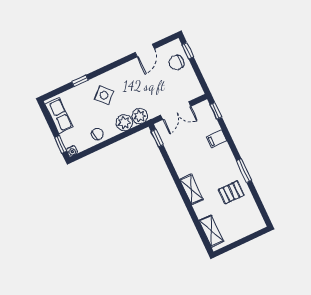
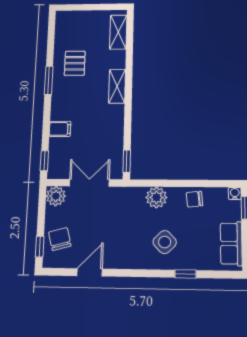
chair: (177, 63) -> (60, 239), turned -105
plant: (140, 116) -> (56, 196), moved
pallet: (231, 192) -> (75, 63), turned 90

